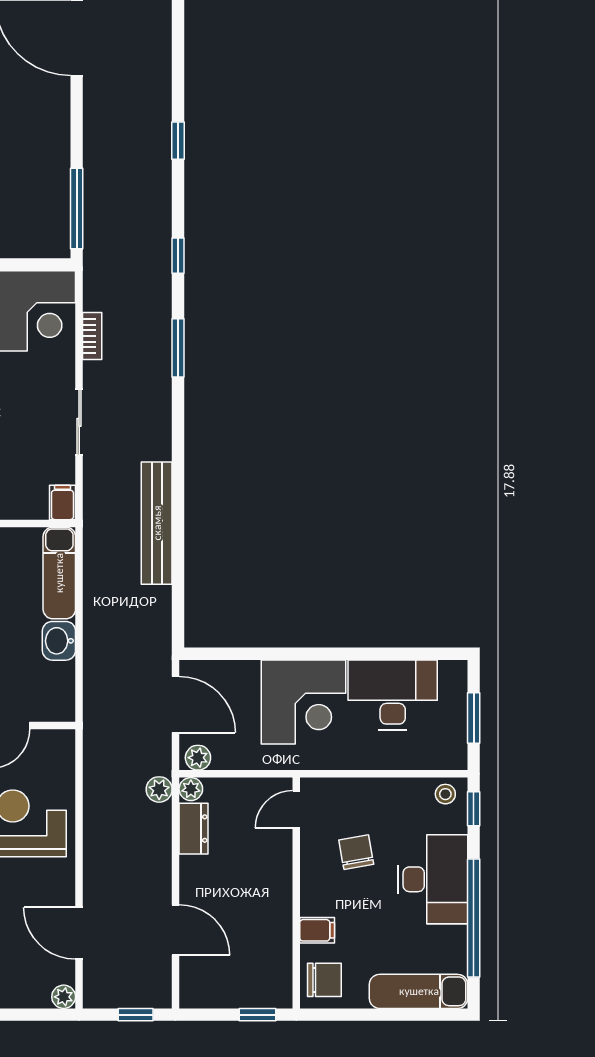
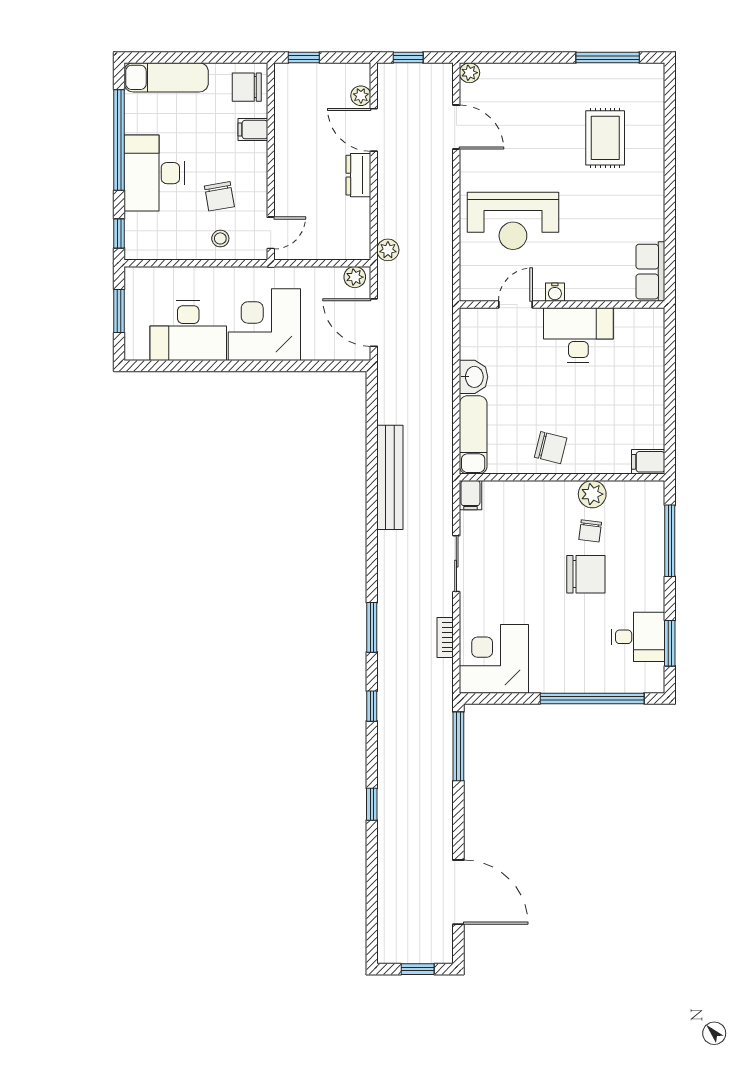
plant: (191, 789) -> (361, 96), moved
stool: (445, 794) -> (220, 238), moved
dresser: (194, 829) -> (358, 175), moved

